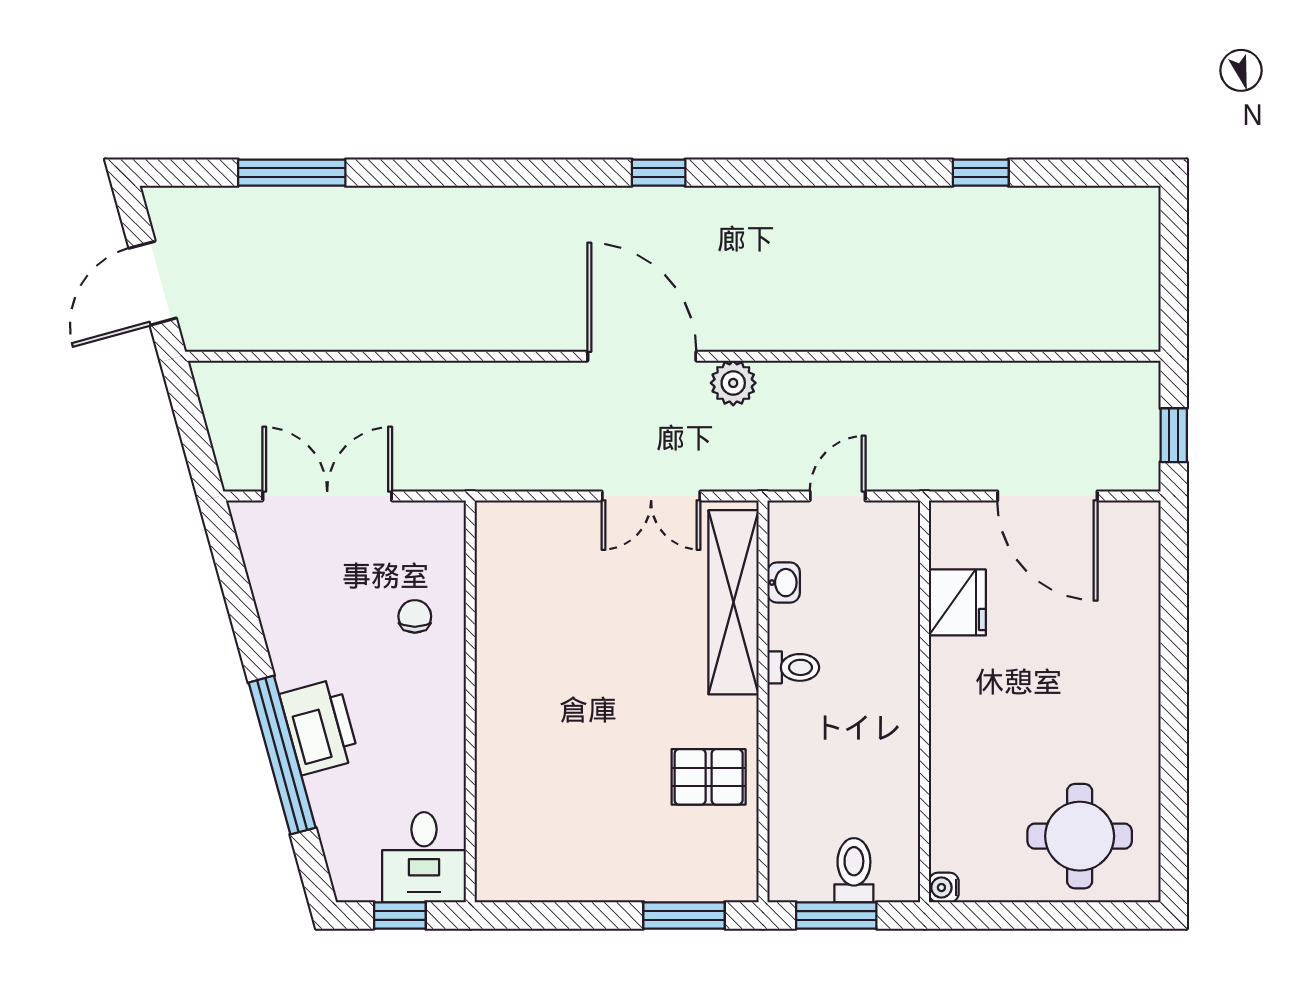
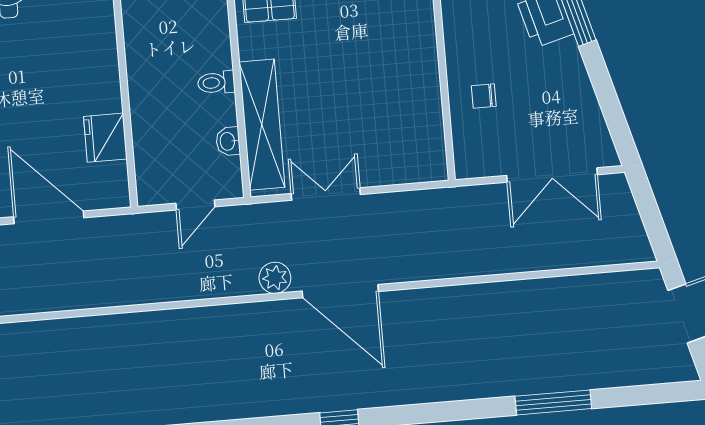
window: (292, 173) -> (553, 402), moved
chair: (415, 616) -> (484, 96), turned 90

